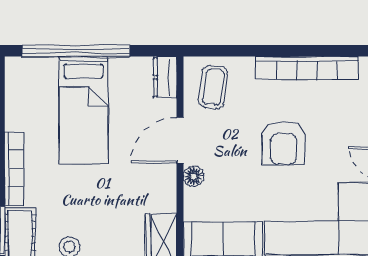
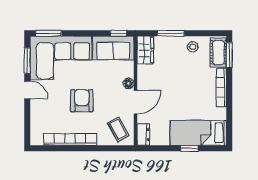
window: (76, 51) -> (189, 148), width x0.32
coffee table: (213, 87) -> (118, 130), turned -37
bed: (84, 110) -> (198, 133), moved, turned -90

